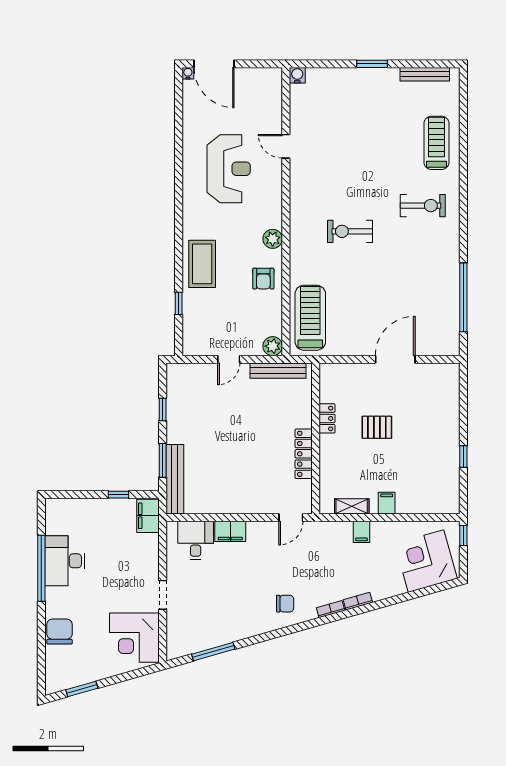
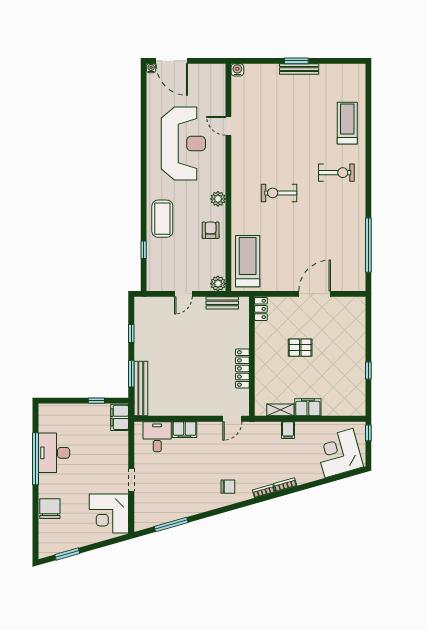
bench: (425, 74) -> (299, 69), moved
reception desk: (229, 169) -> (183, 144), width x1.36, depth x1.30
armchair: (263, 279) -> (211, 230), turned 180
bench: (278, 371) -> (222, 303), width x0.73
locker: (327, 418) -> (261, 309), moved
filing cabinet: (387, 503) -> (308, 407), width x2.00

